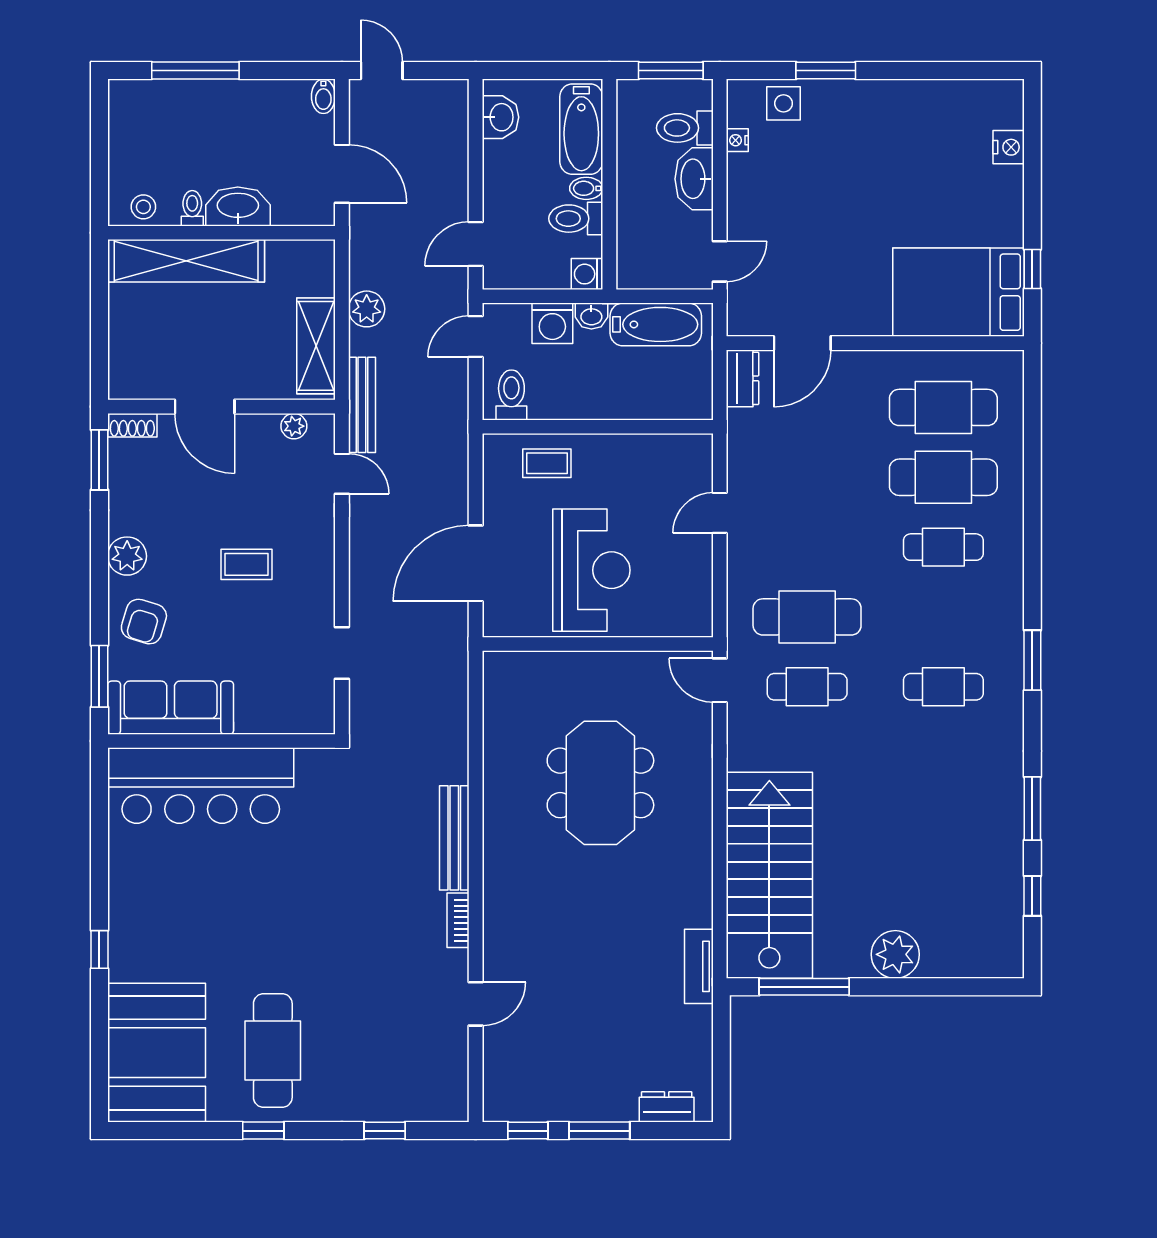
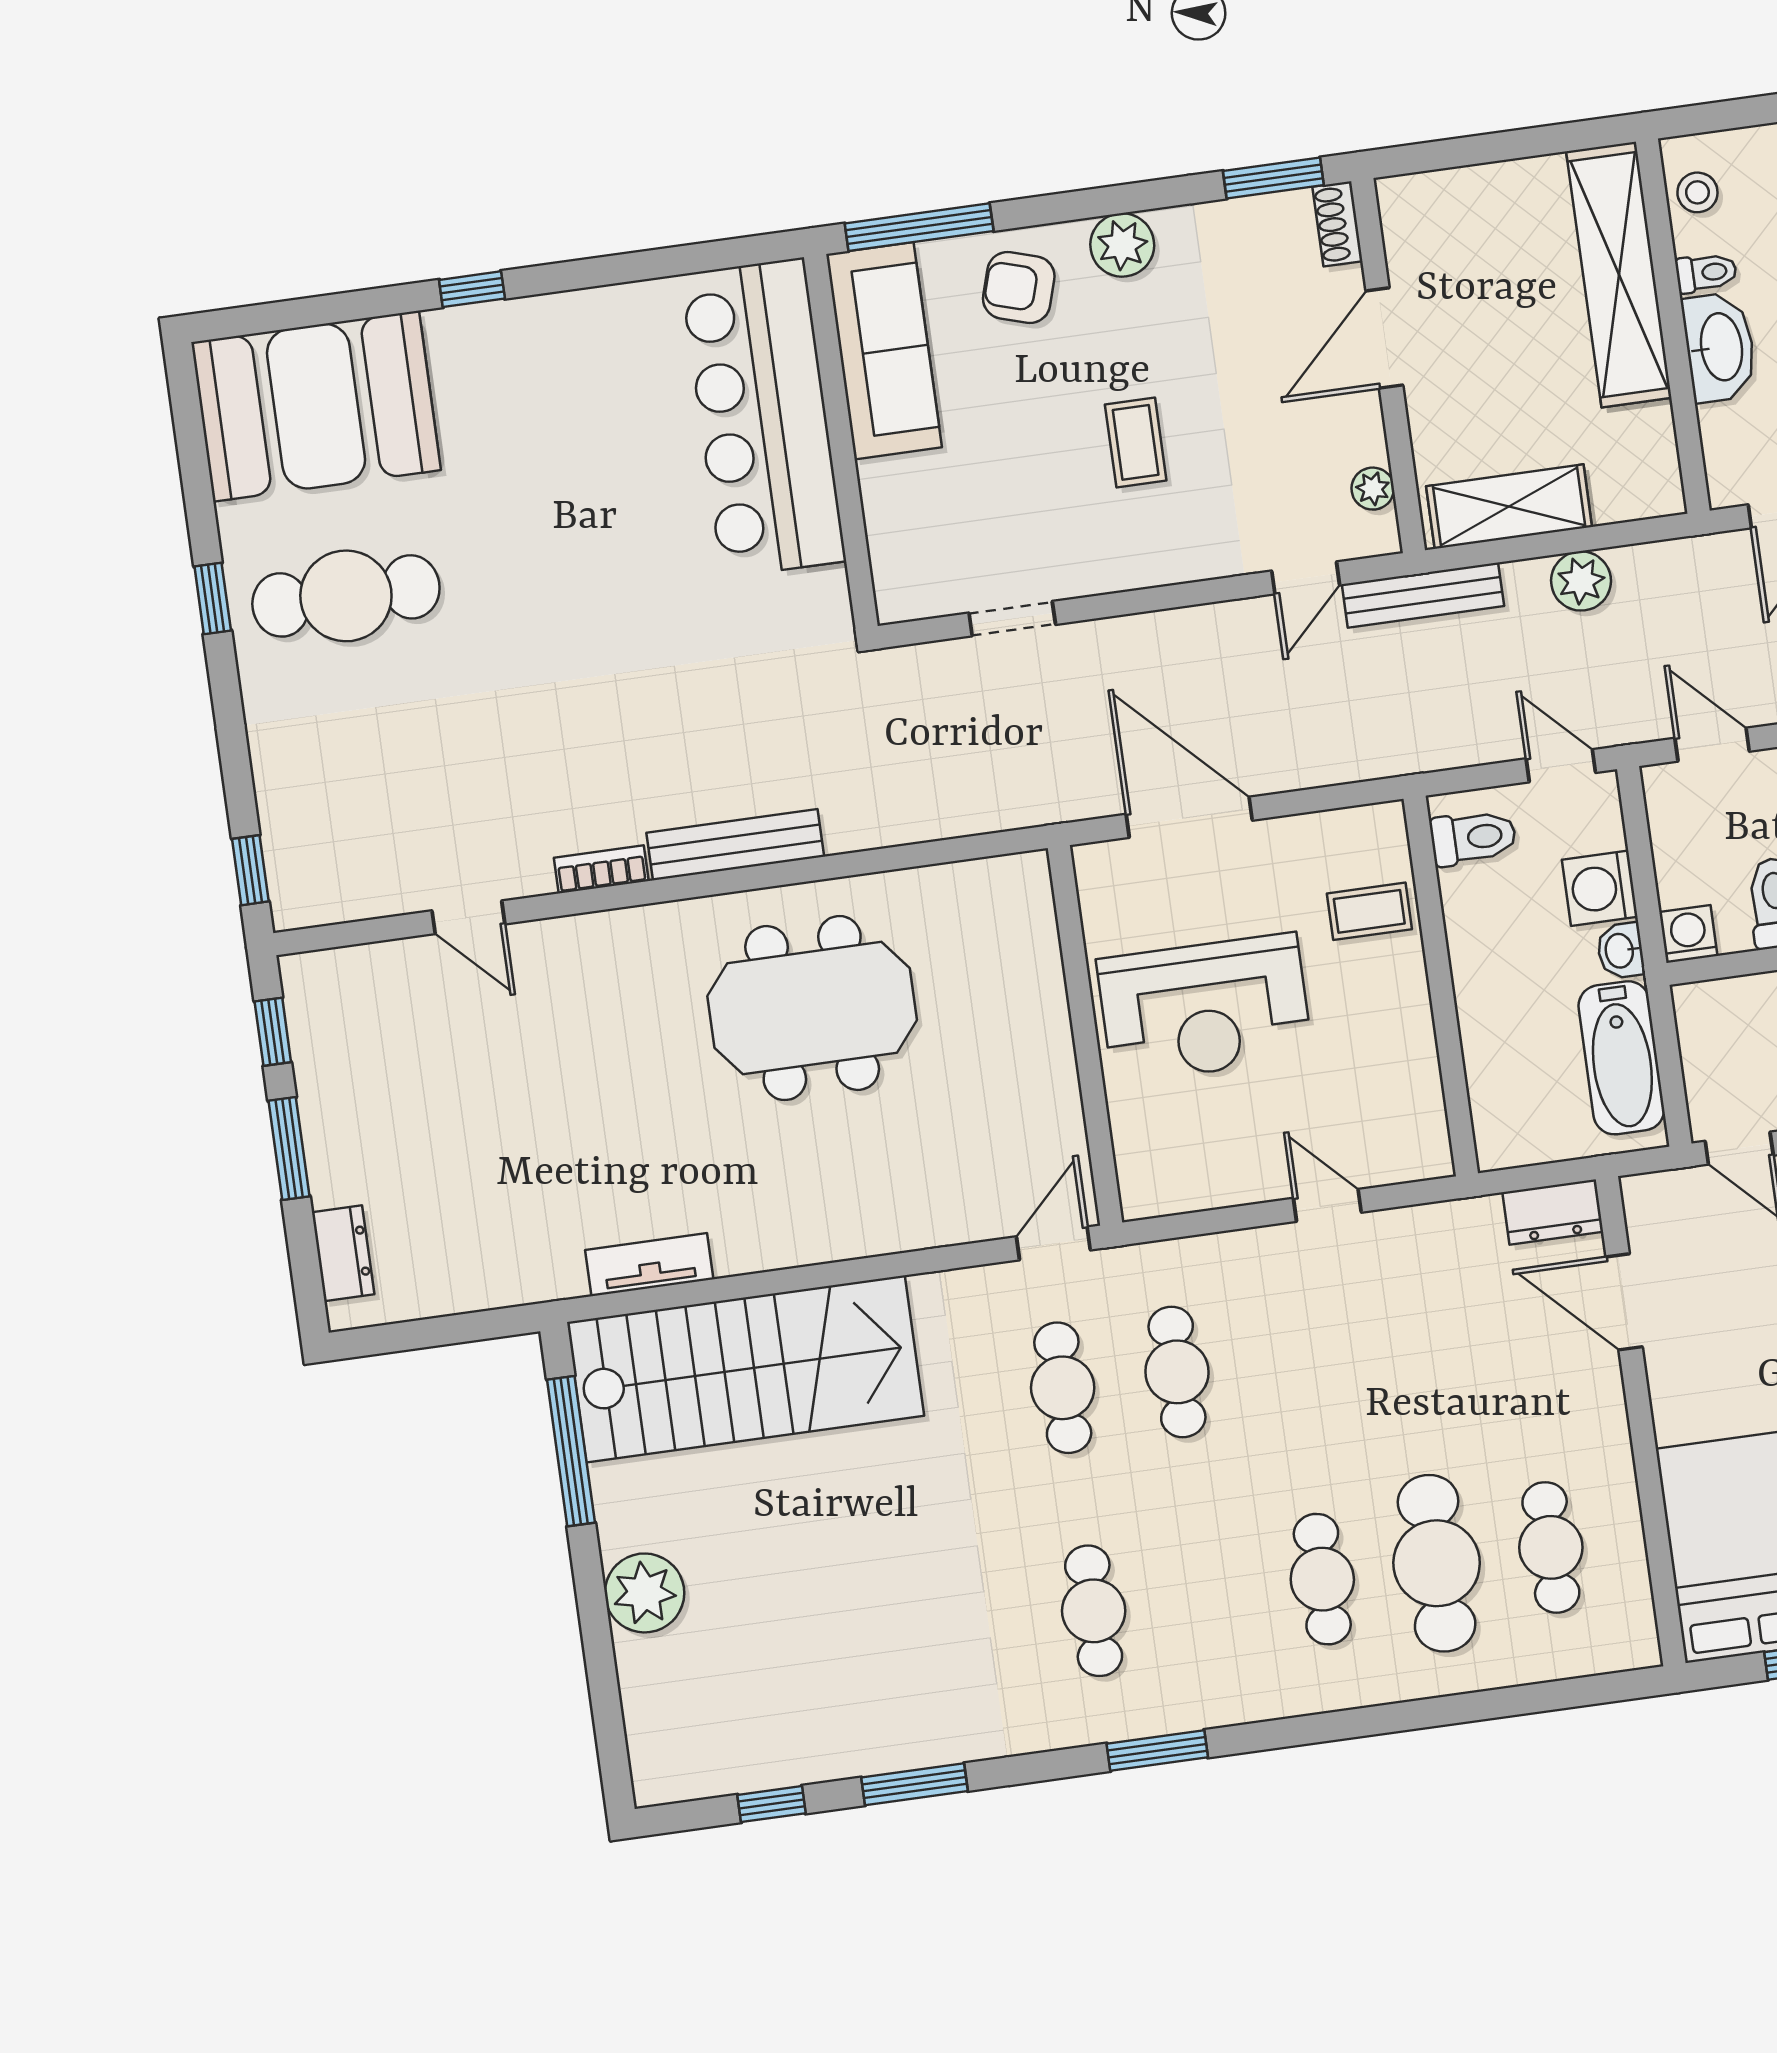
cafe table: (943, 407) -> (1551, 1547), width x0.73, depth x0.74
coffee table: (547, 463) -> (1369, 911), turned 90
cafe table: (807, 617) -> (1177, 1372), width x0.73, depth x0.74
window: (99, 676) -> (919, 227), width x1.44
meeting table: (600, 783) -> (812, 1008), moved
tv unit: (699, 966) -> (649, 1265), moved
window: (385, 1131) -> (250, 870), moved

